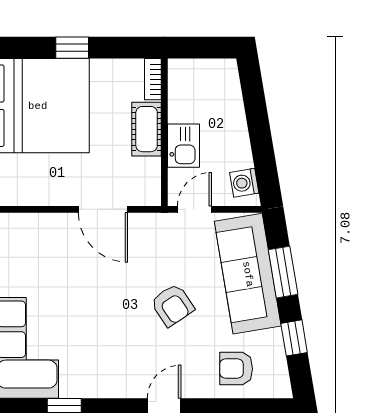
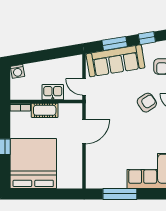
washing machine: (244, 183) -> (17, 71), moved
armchair: (172, 305) -> (147, 103), moved

